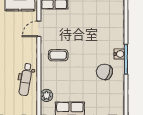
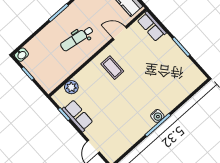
chair: (104, 72) -> (132, 117), removed
dental chair: (26, 79) -> (77, 39), moved

